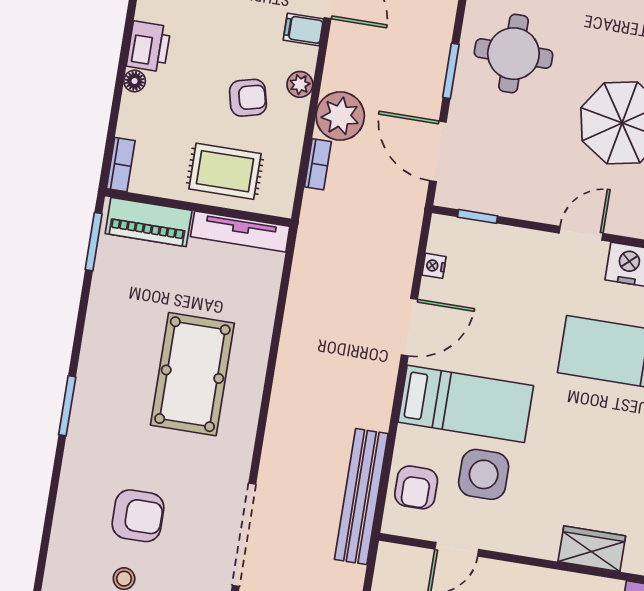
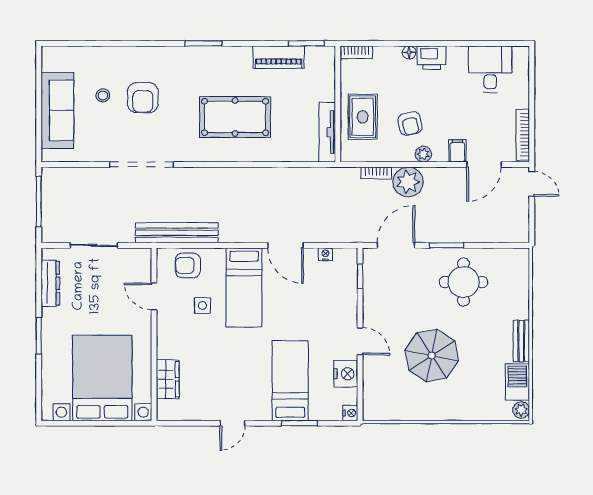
piano: (149, 222) -> (279, 57), moved, turned -90
side table: (484, 474) -> (202, 306), width x0.54, depth x0.54

